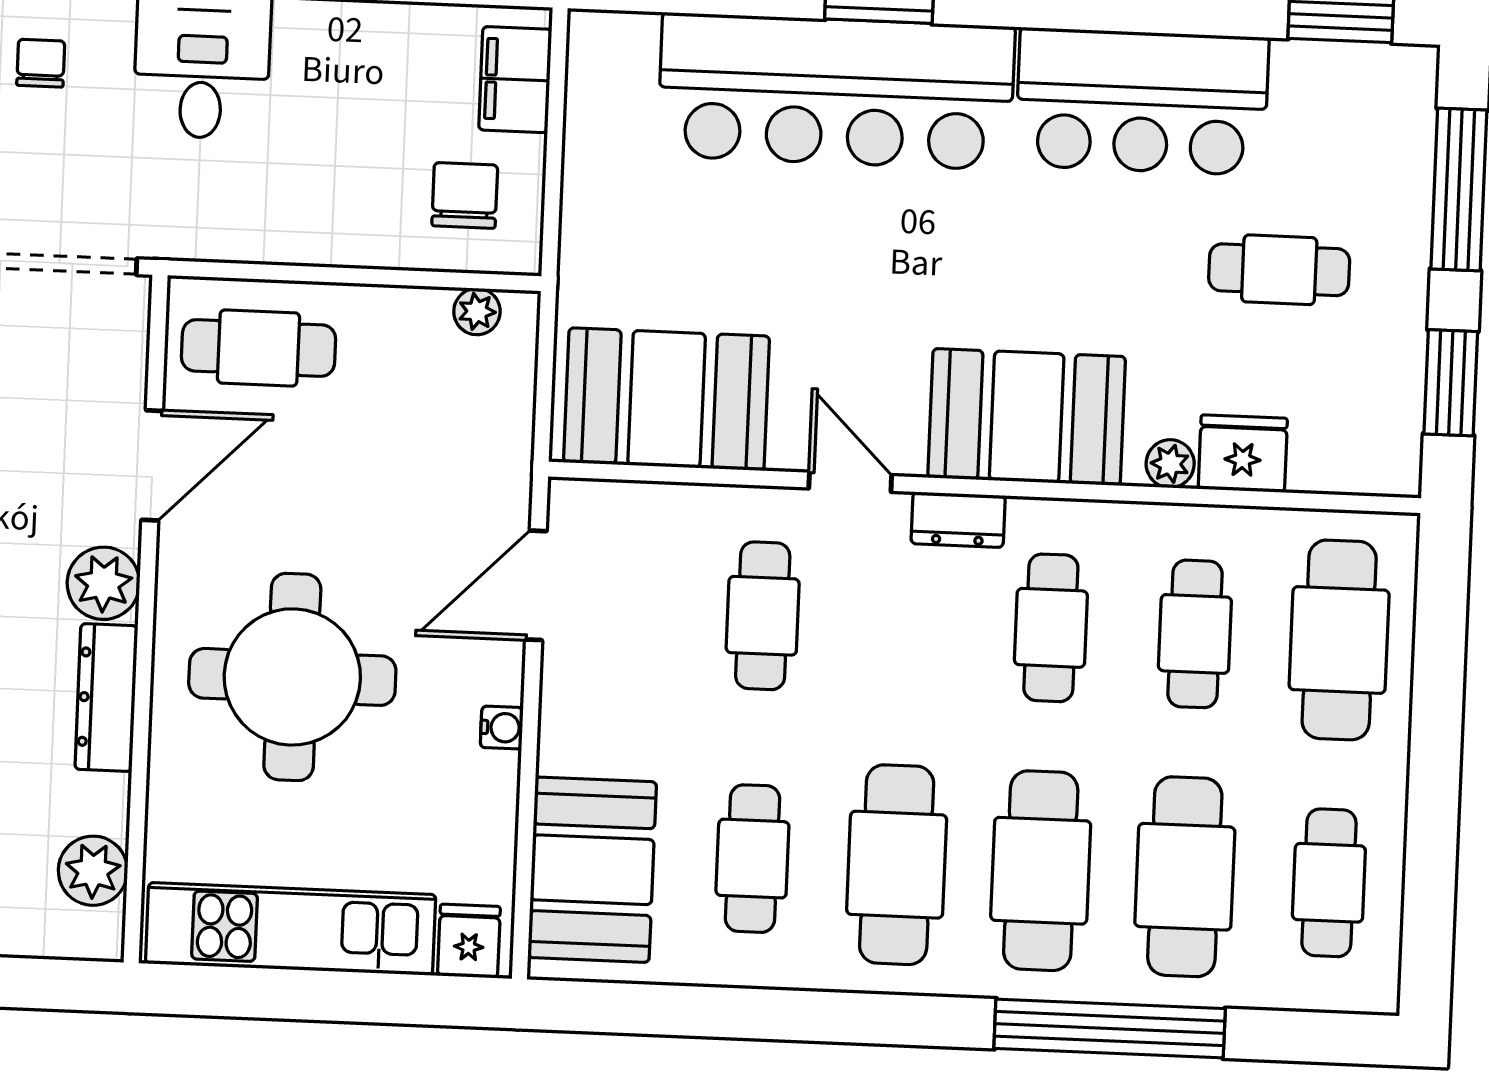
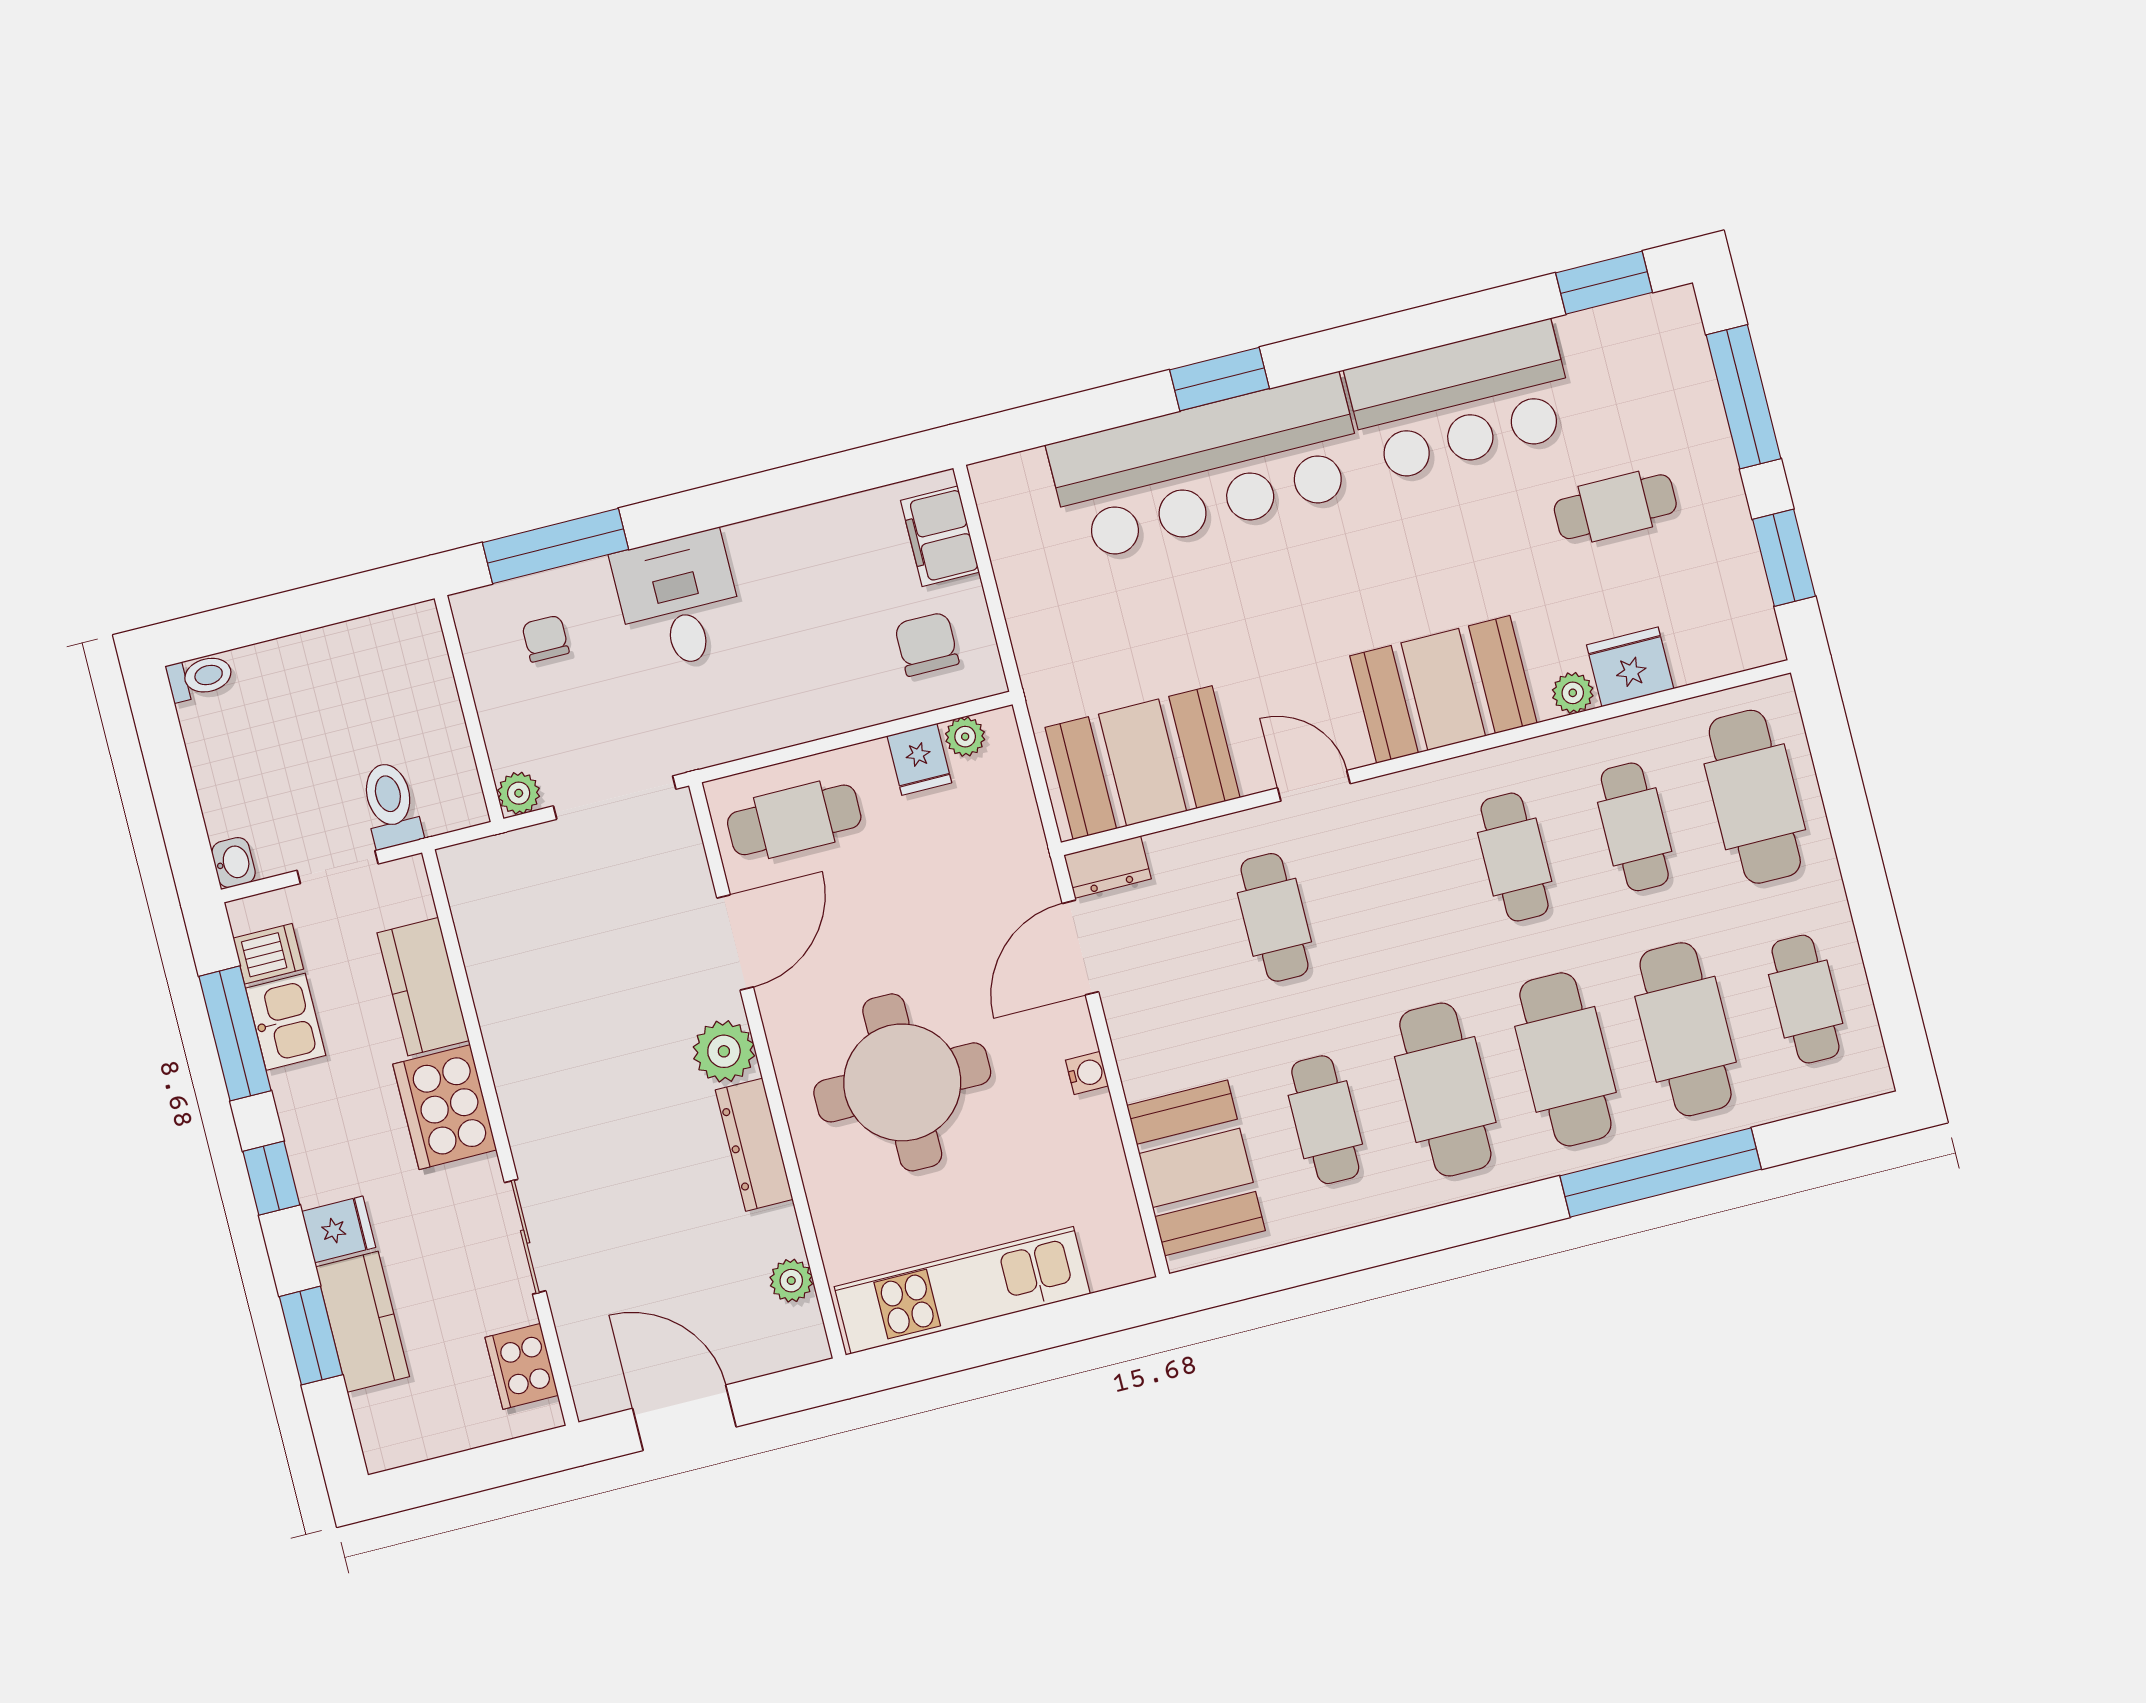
dresser: (958, 520) -> (1108, 867), moved
plant: (93, 871) -> (791, 1281), width x0.73, depth x0.73
fridge: (469, 941) -> (919, 759), moved, turned 180

